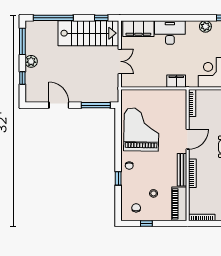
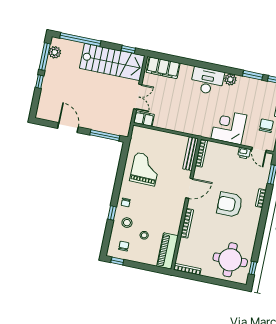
desk: (170, 33) -> (207, 81), moved
plant: (31, 61) -> (55, 52), moved
window: (22, 78) -> (39, 82), moved
filing cabinet: (176, 81) -> (144, 118), moved
grand piano: (141, 130) -> (145, 169), width x0.73, depth x0.68
bench: (182, 170) -> (191, 154), moved
stool: (135, 185) -> (127, 223), added
window: (146, 224) -> (117, 261), moved

